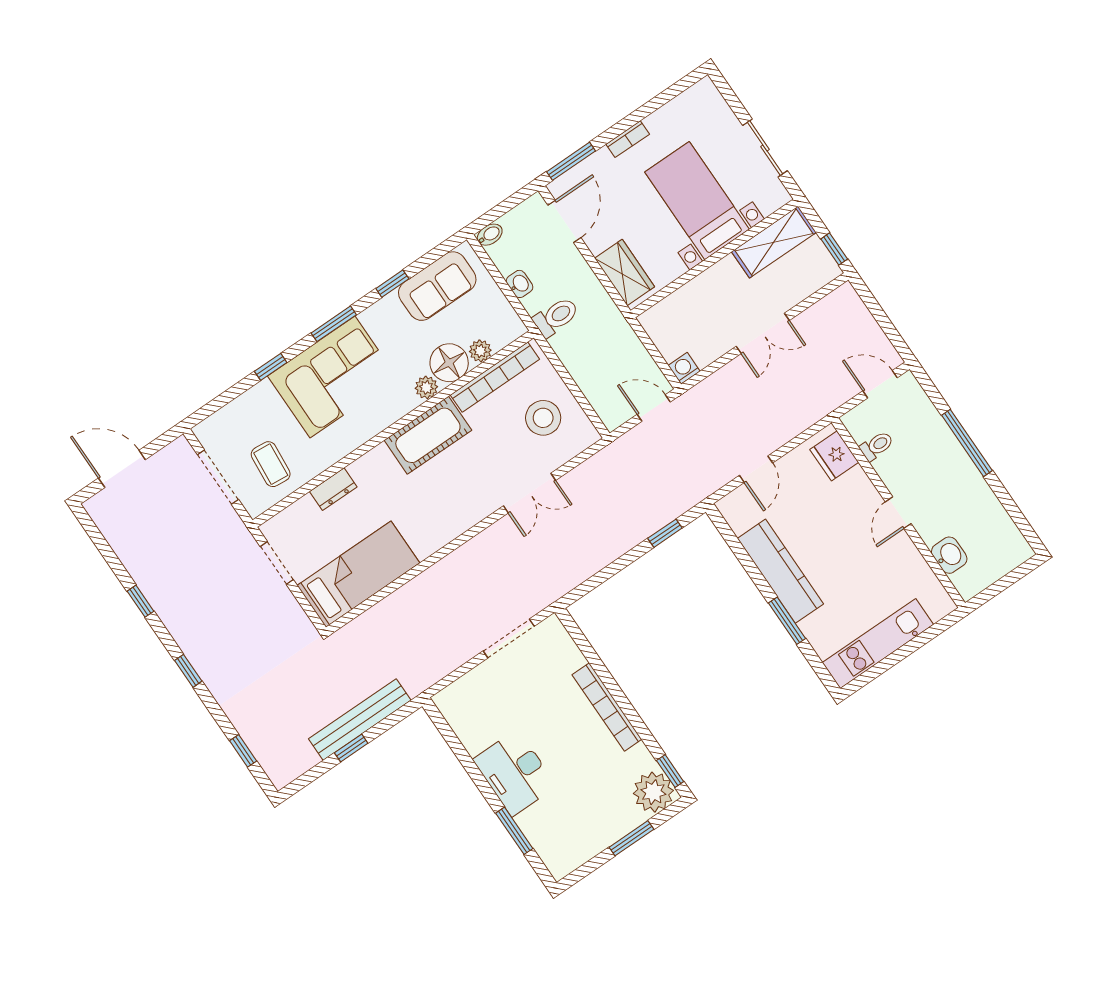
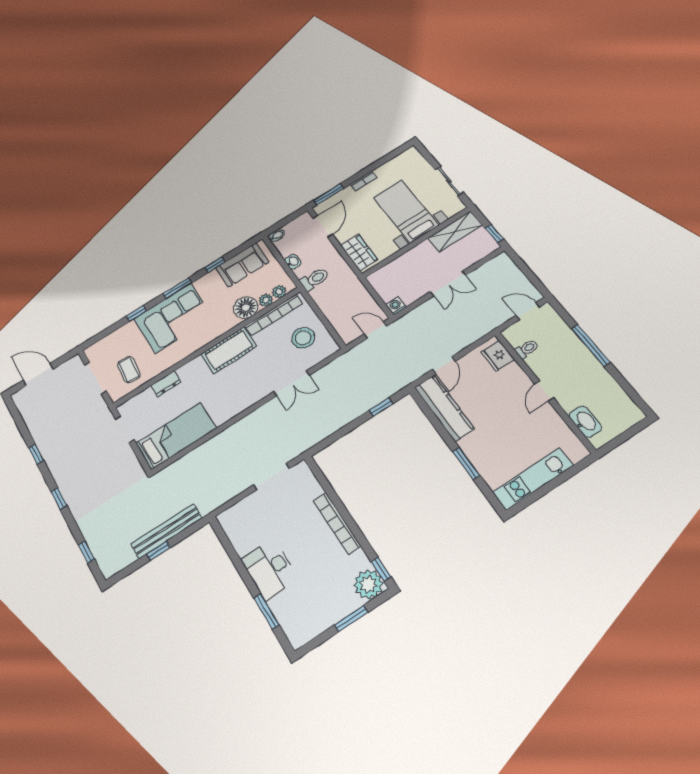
plant: (426, 387) -> (279, 292), moved
washbasin: (949, 555) -> (585, 422), width x1.38
kitchen counter: (780, 571) -> (444, 408), moved

